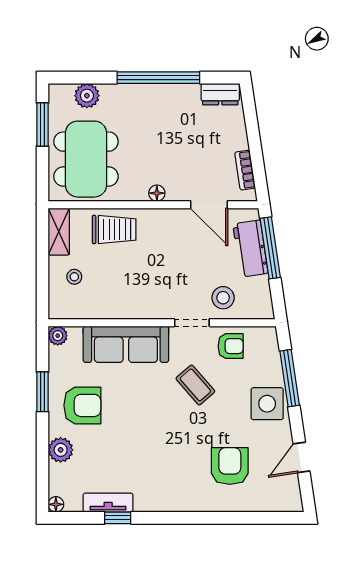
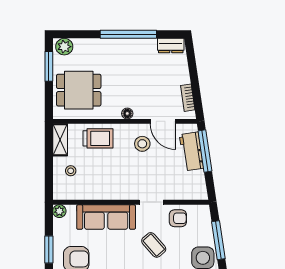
plant: (87, 96) -> (64, 47), moved
dining table: (86, 159) -> (79, 90), width x0.73
stool: (223, 298) -> (142, 144), moved

